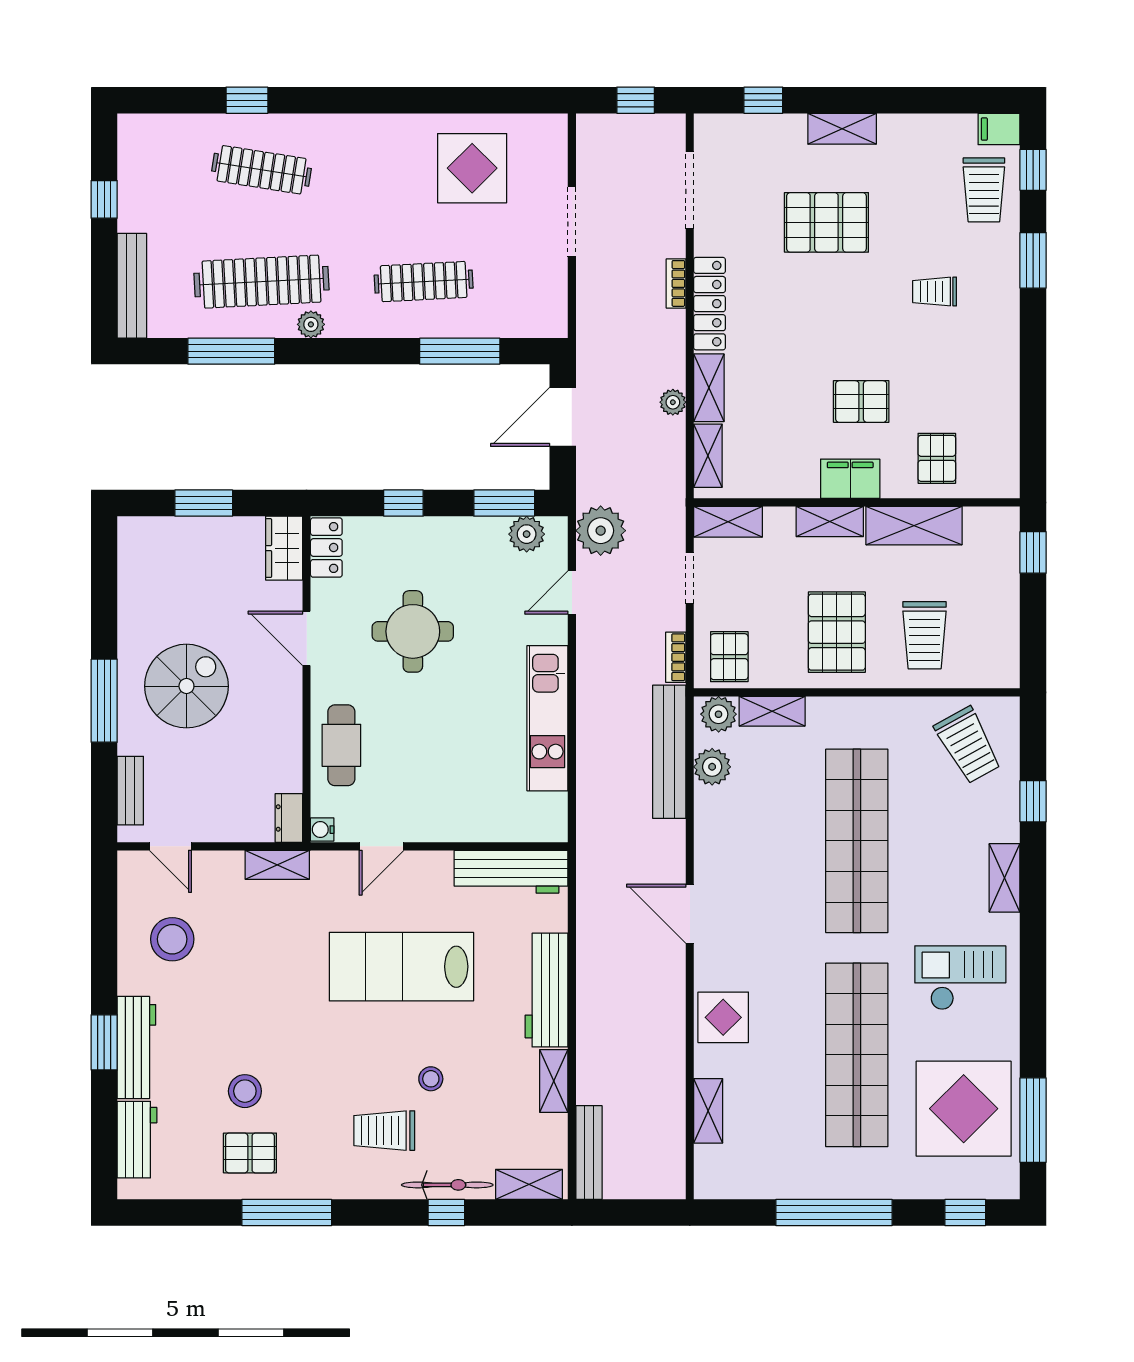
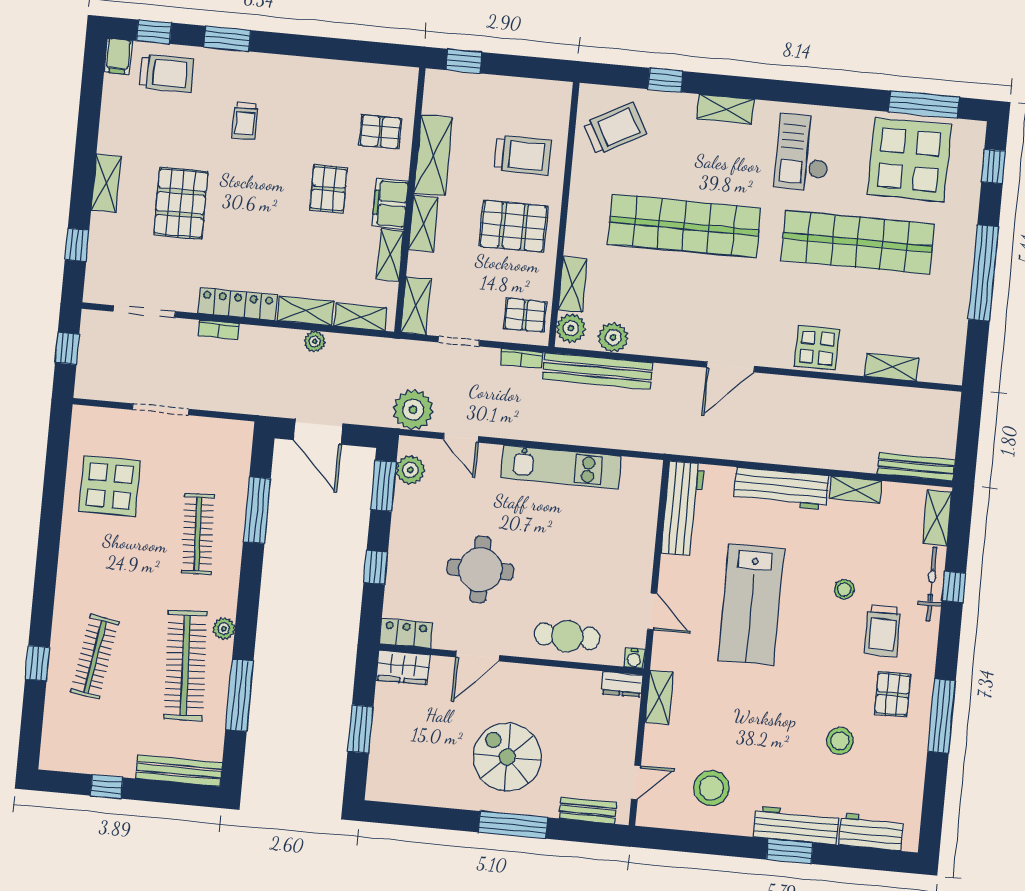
shelving: (787, 485) -> (390, 255), added
pallet: (250, 1153) -> (893, 694), moved

